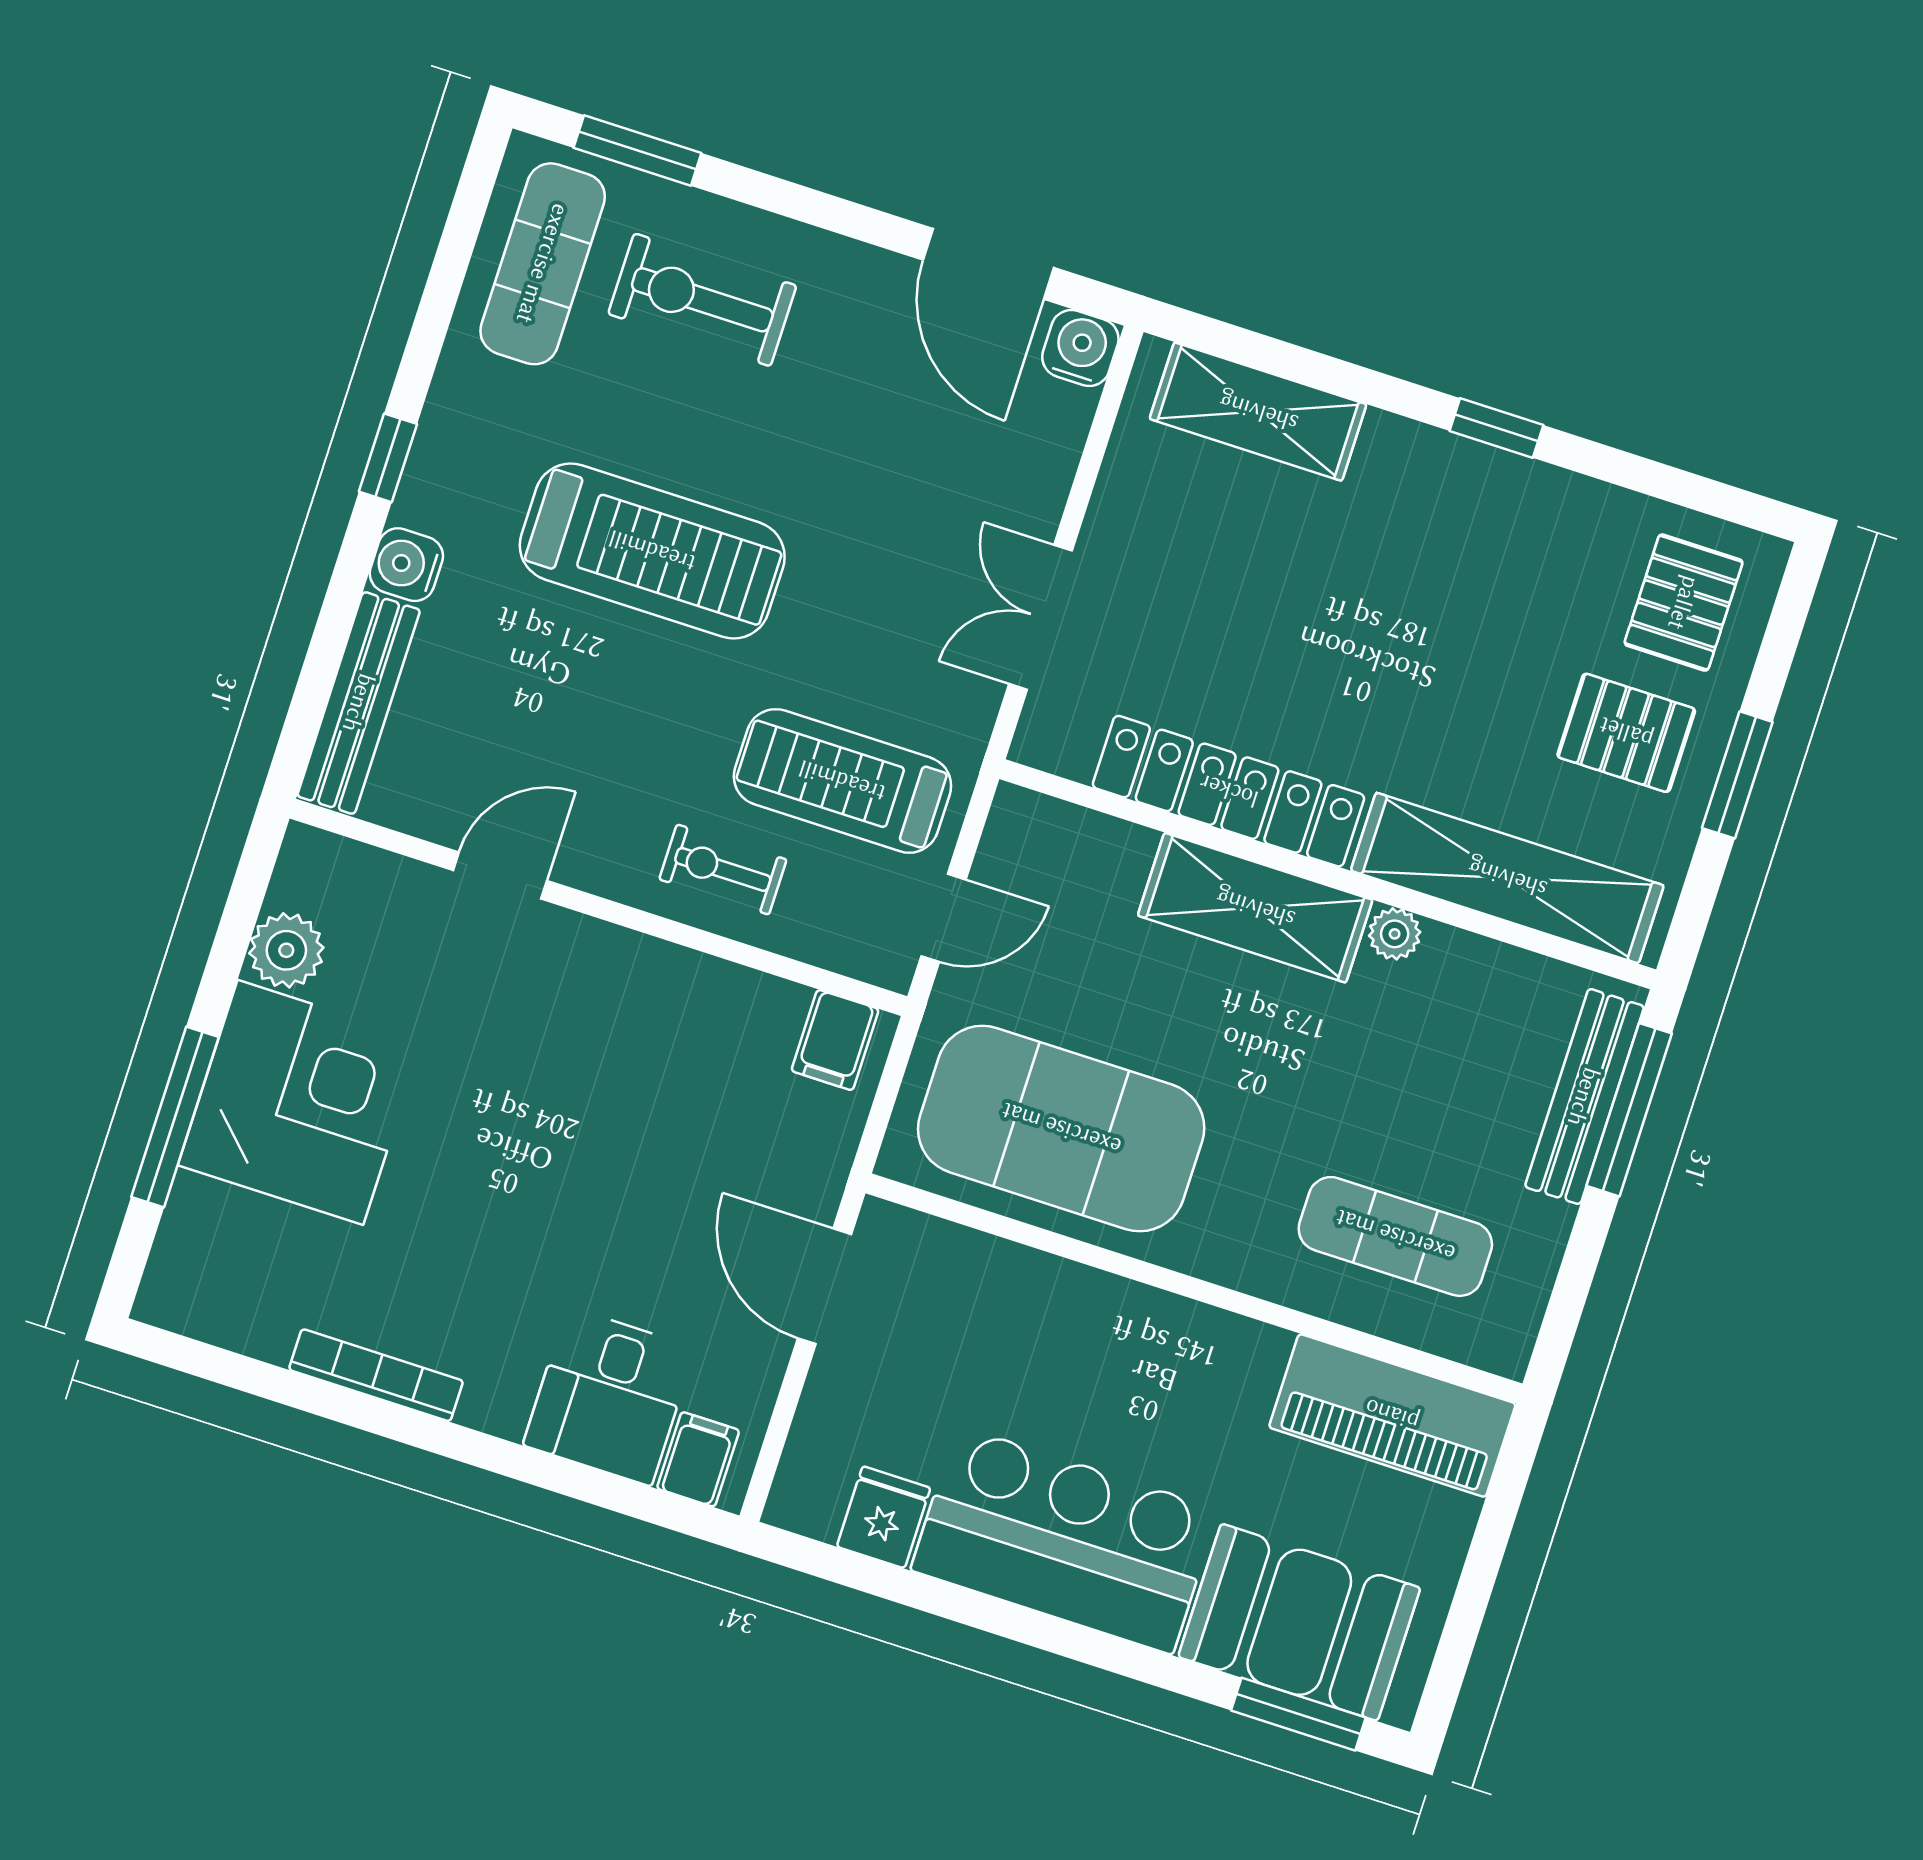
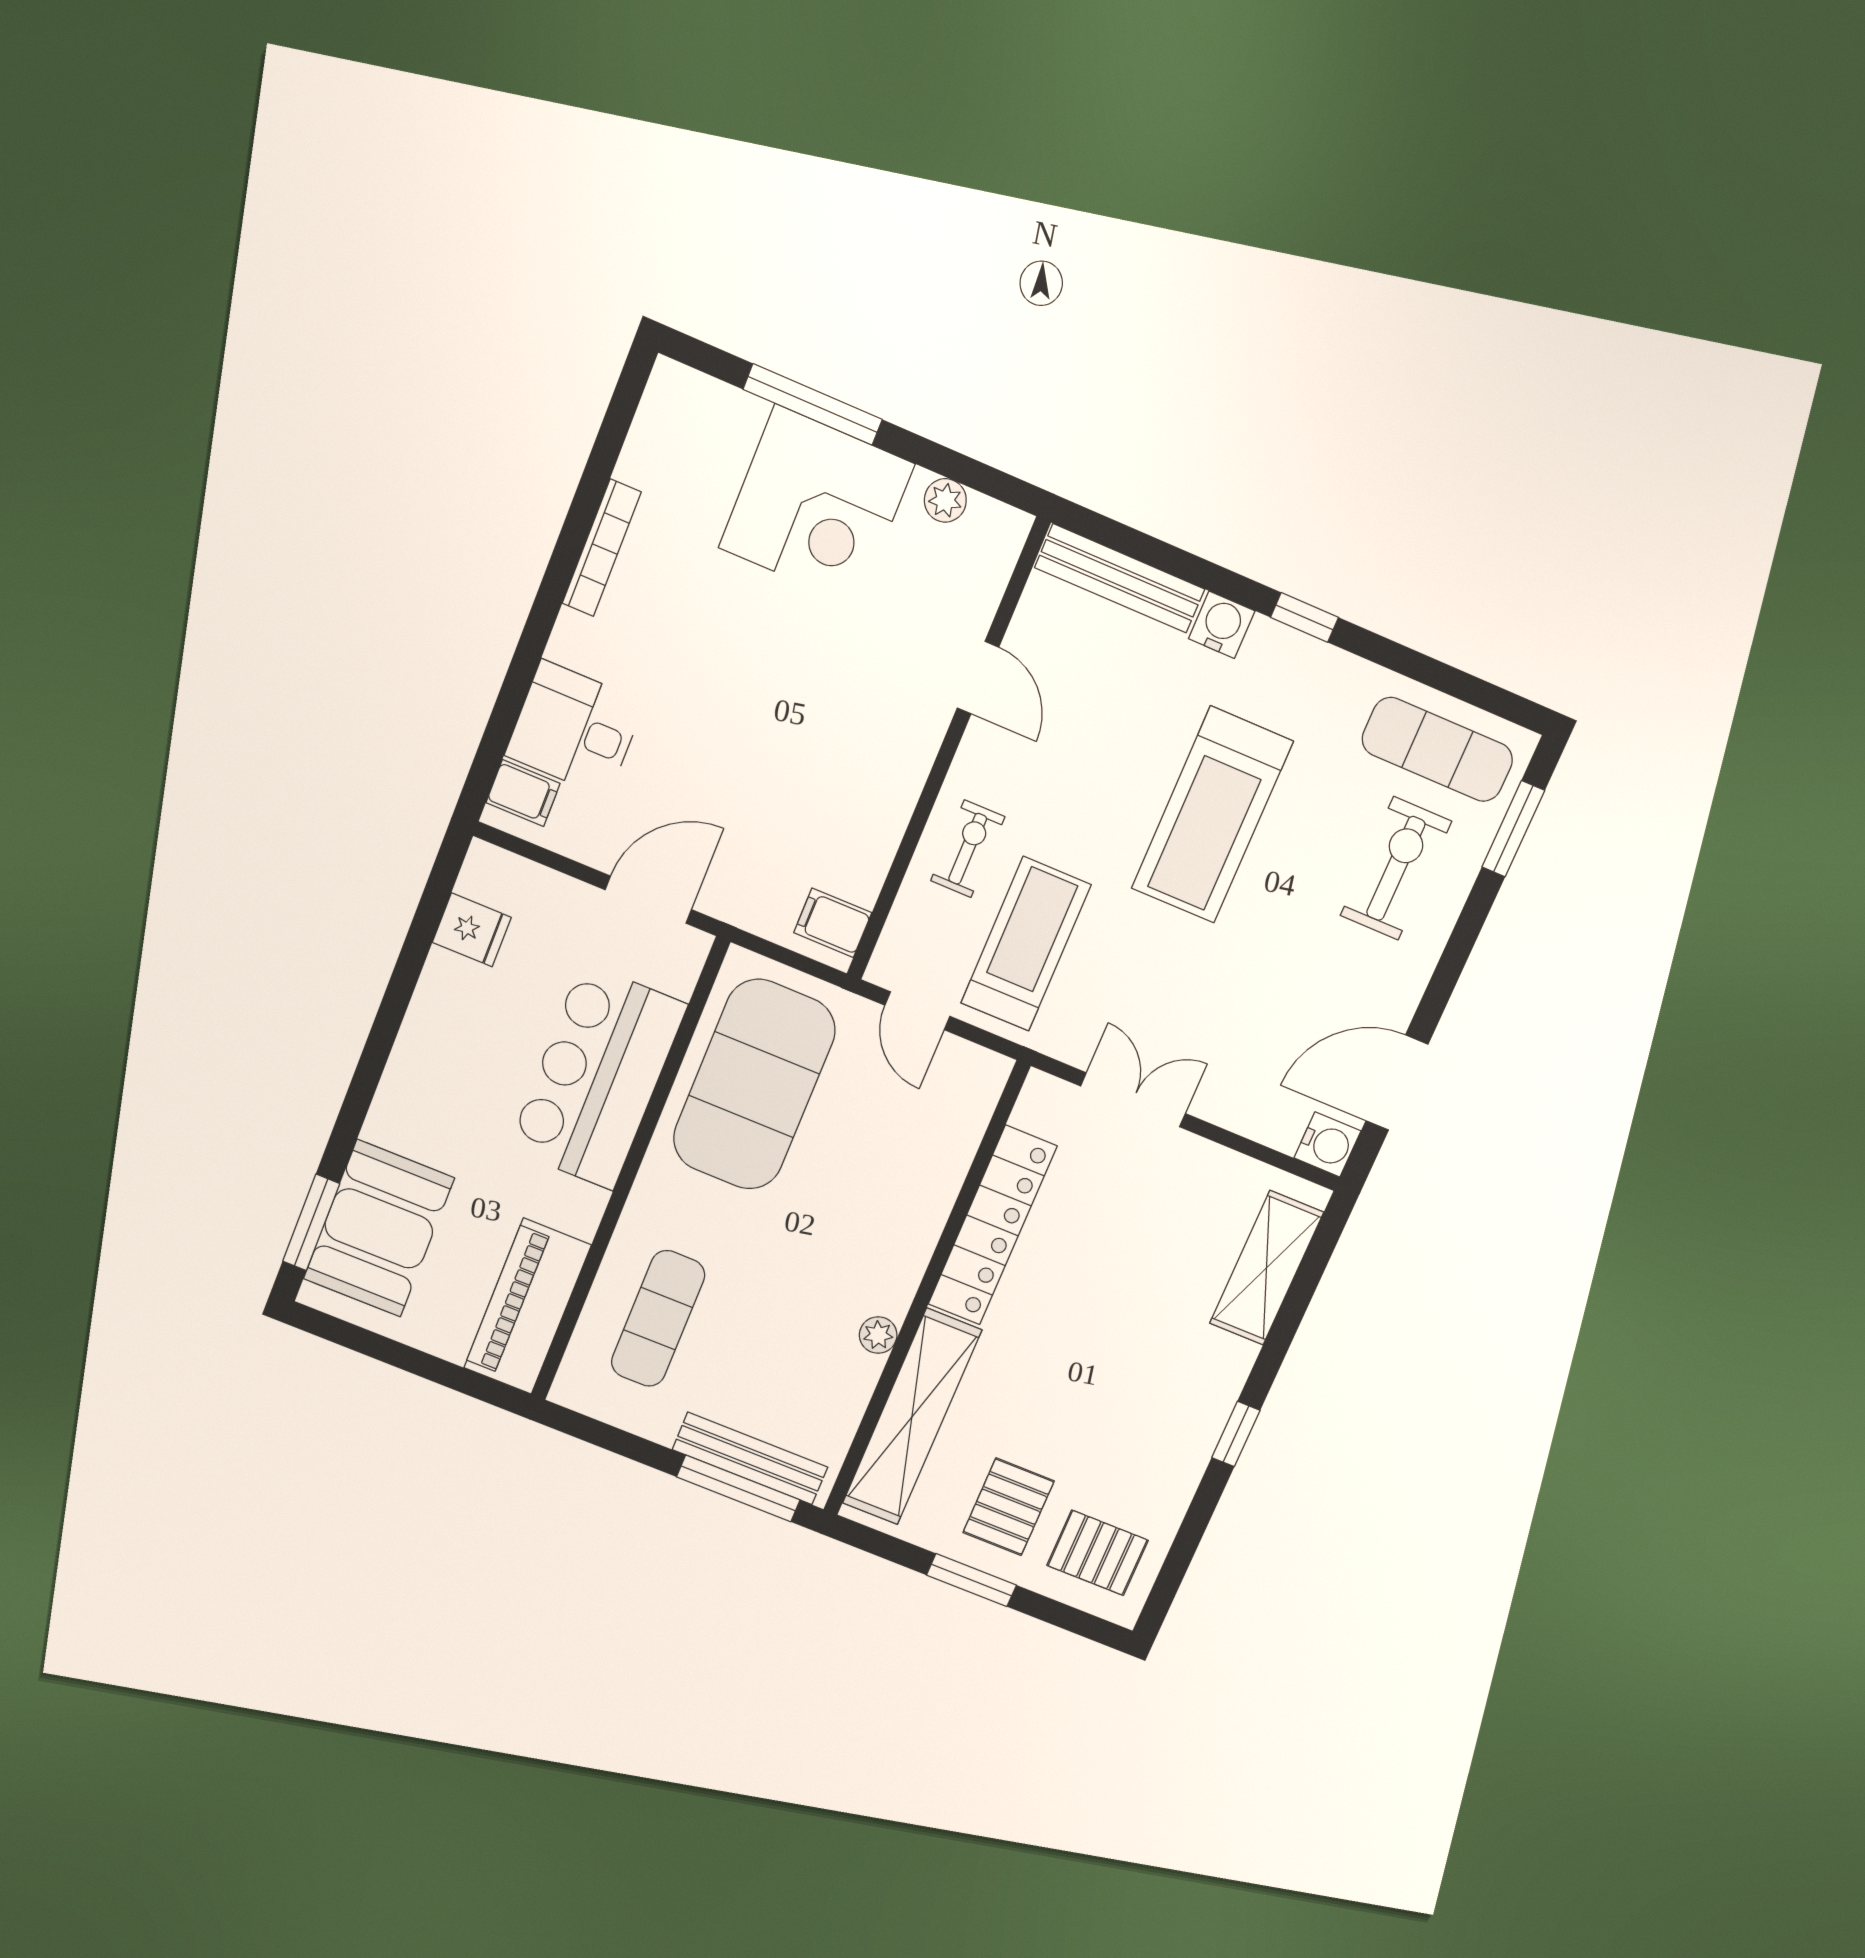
shelving: (1255, 908) -> (906, 1238), removed
plant: (286, 950) -> (945, 500), width x0.73, depth x0.73
bar counter: (1065, 1540) -> (598, 1077), moved, turned 180

